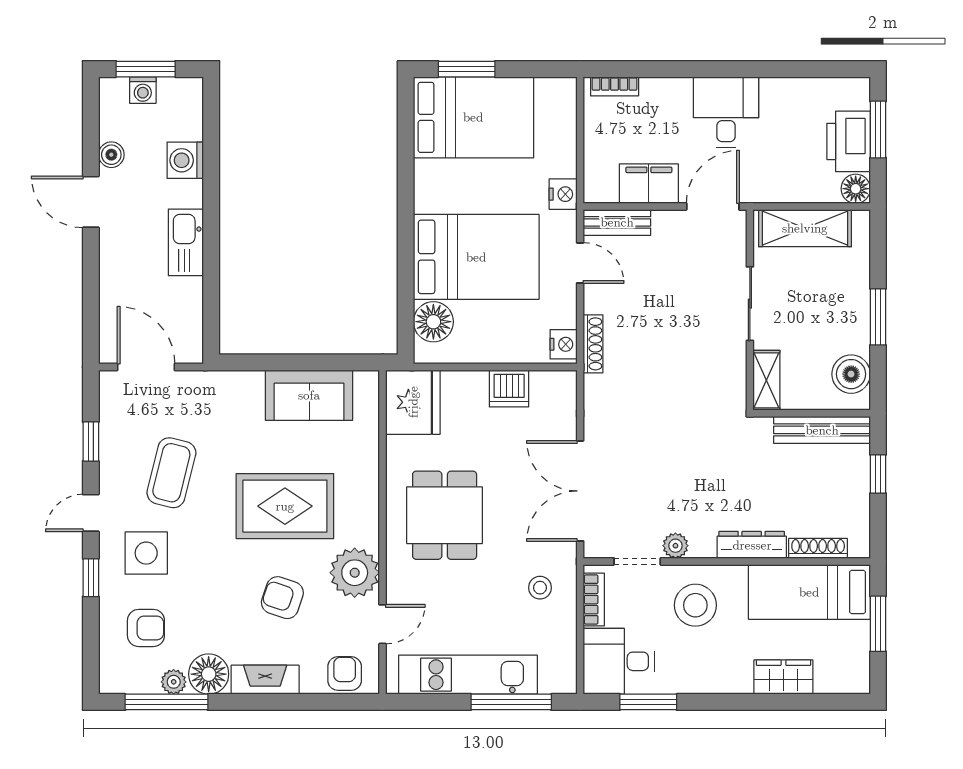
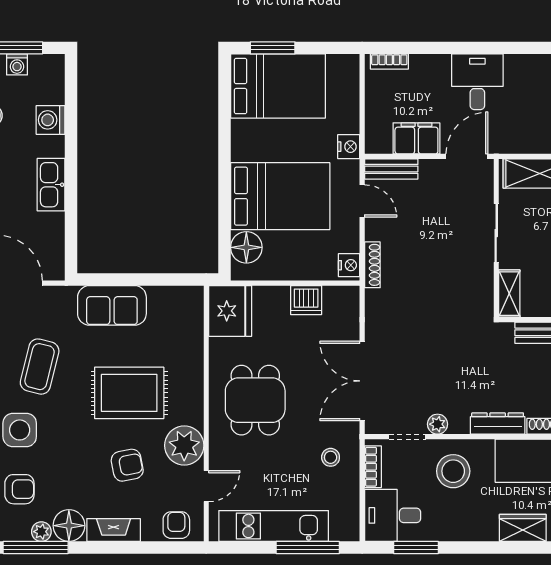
sofa: (309, 395) -> (112, 305), moved
armchair: (282, 598) -> (127, 465), turned 150

